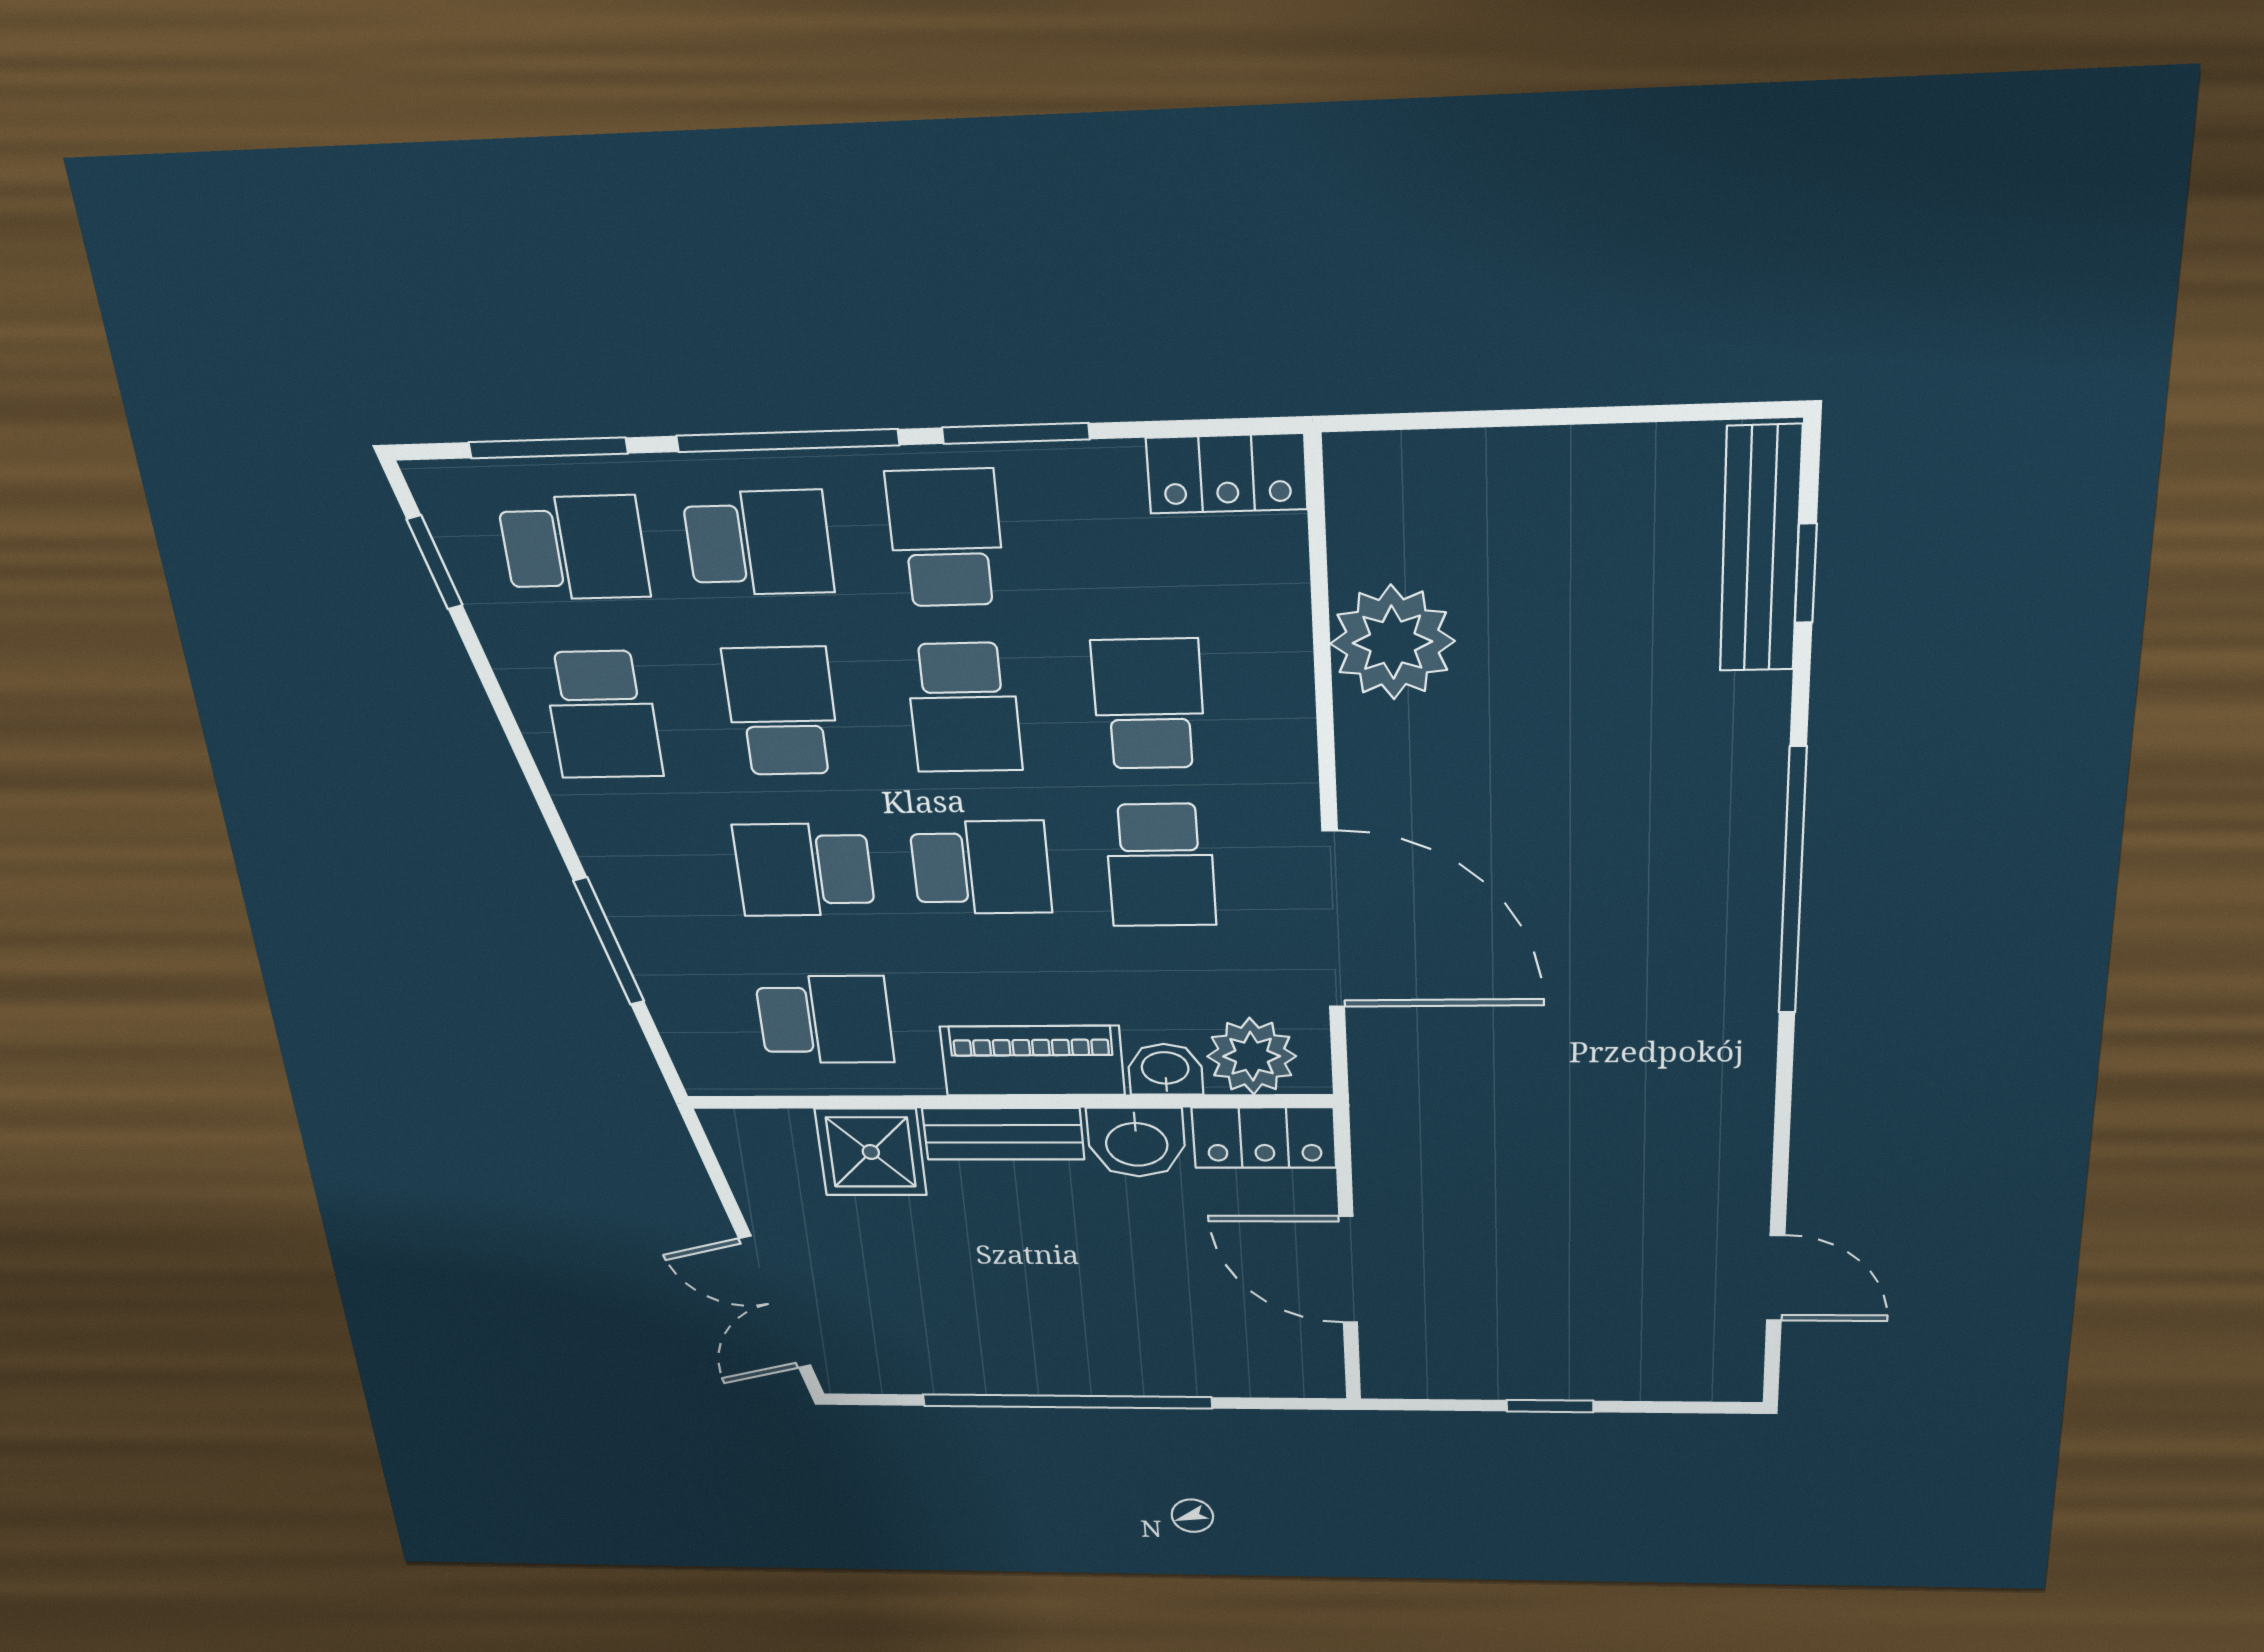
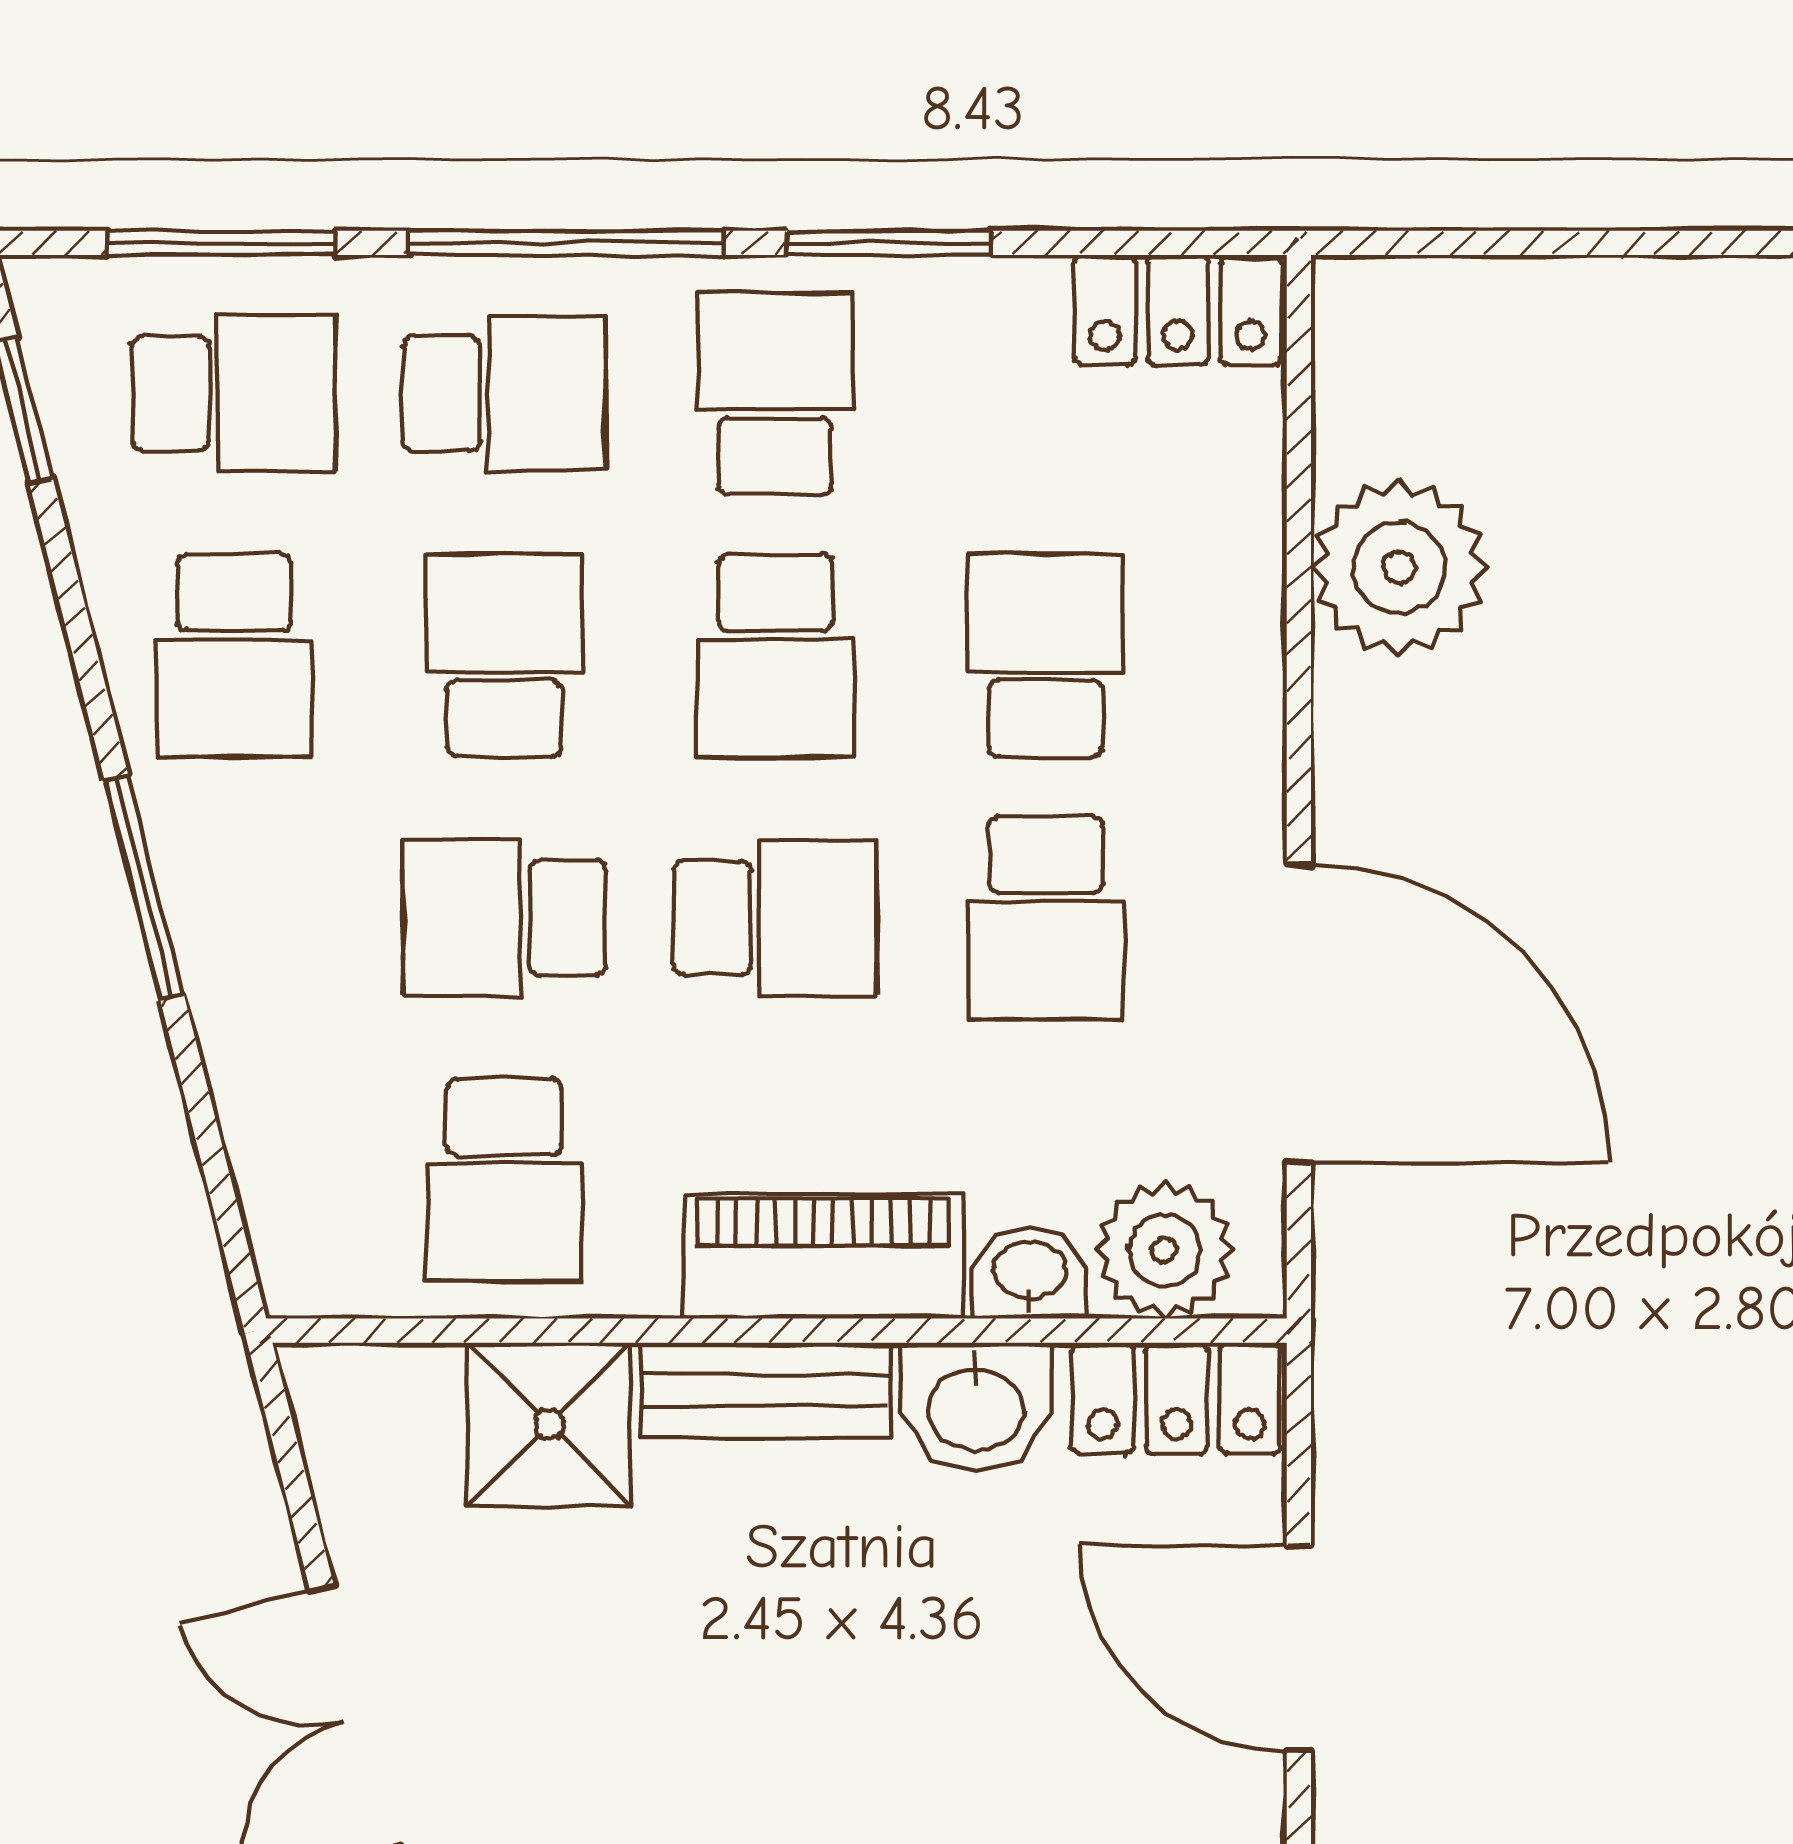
window: (609, 941) -> (144, 887), moved
school desk: (825, 1020) -> (504, 1180), turned 90

